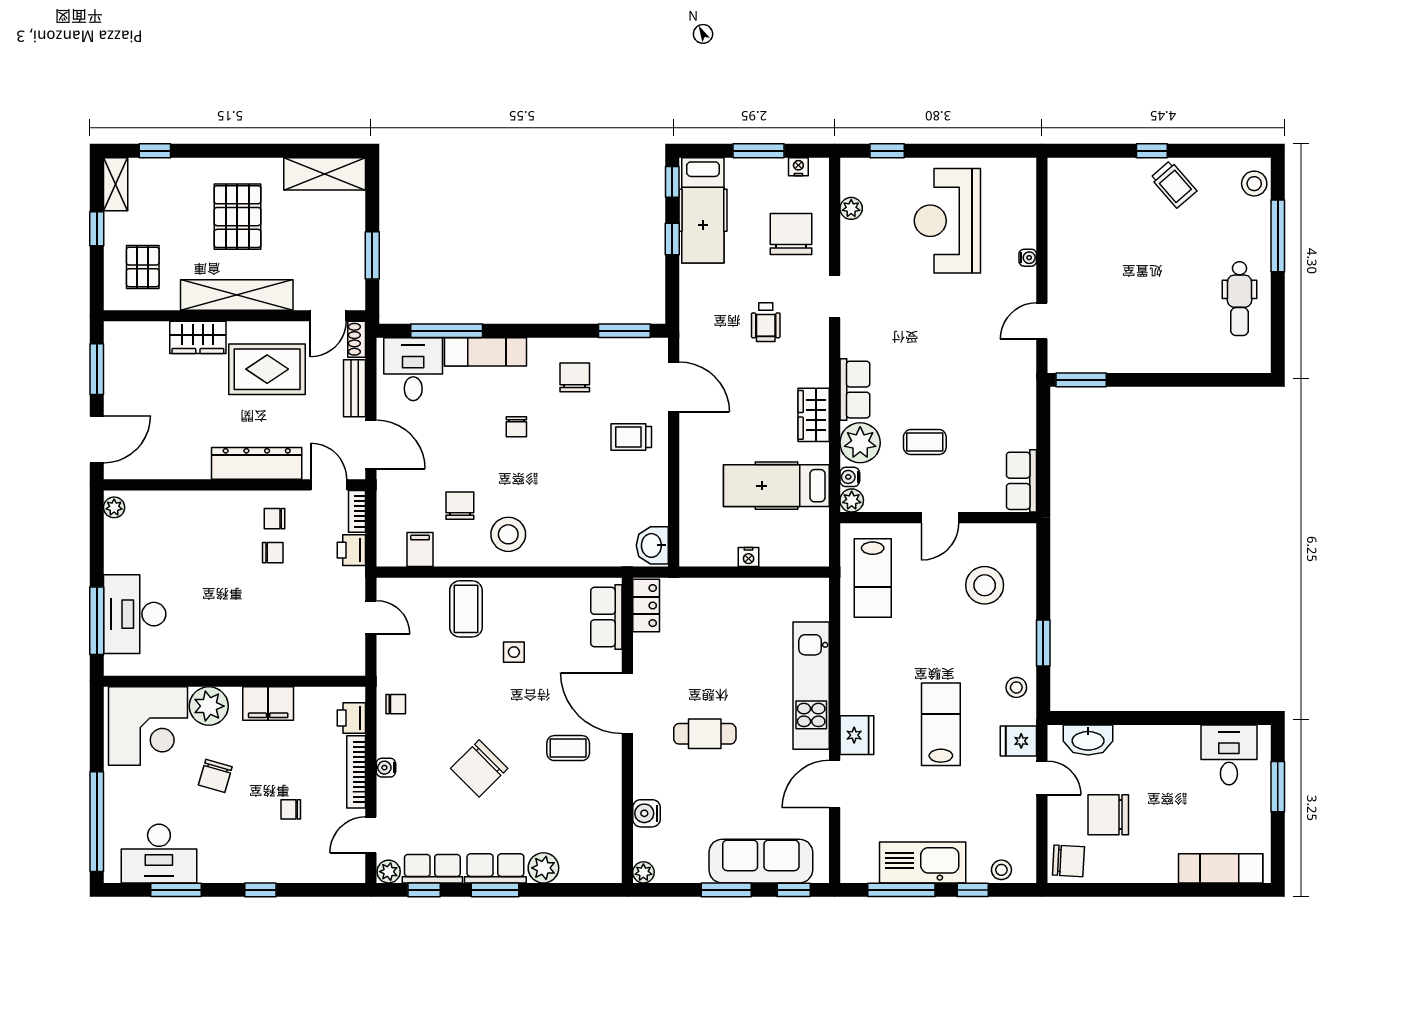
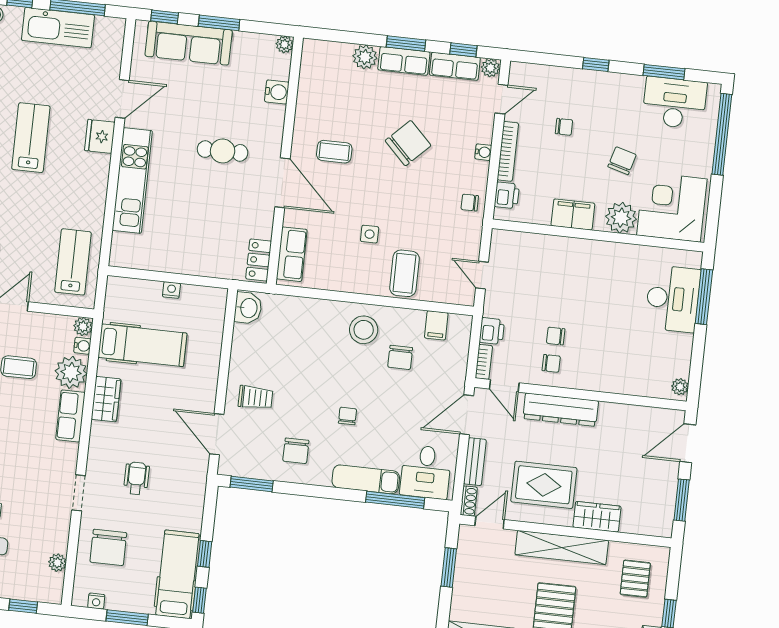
door: (371, 444) -> (467, 415), hinge flipped
lab bench: (941, 724) -> (31, 138), turned 180

